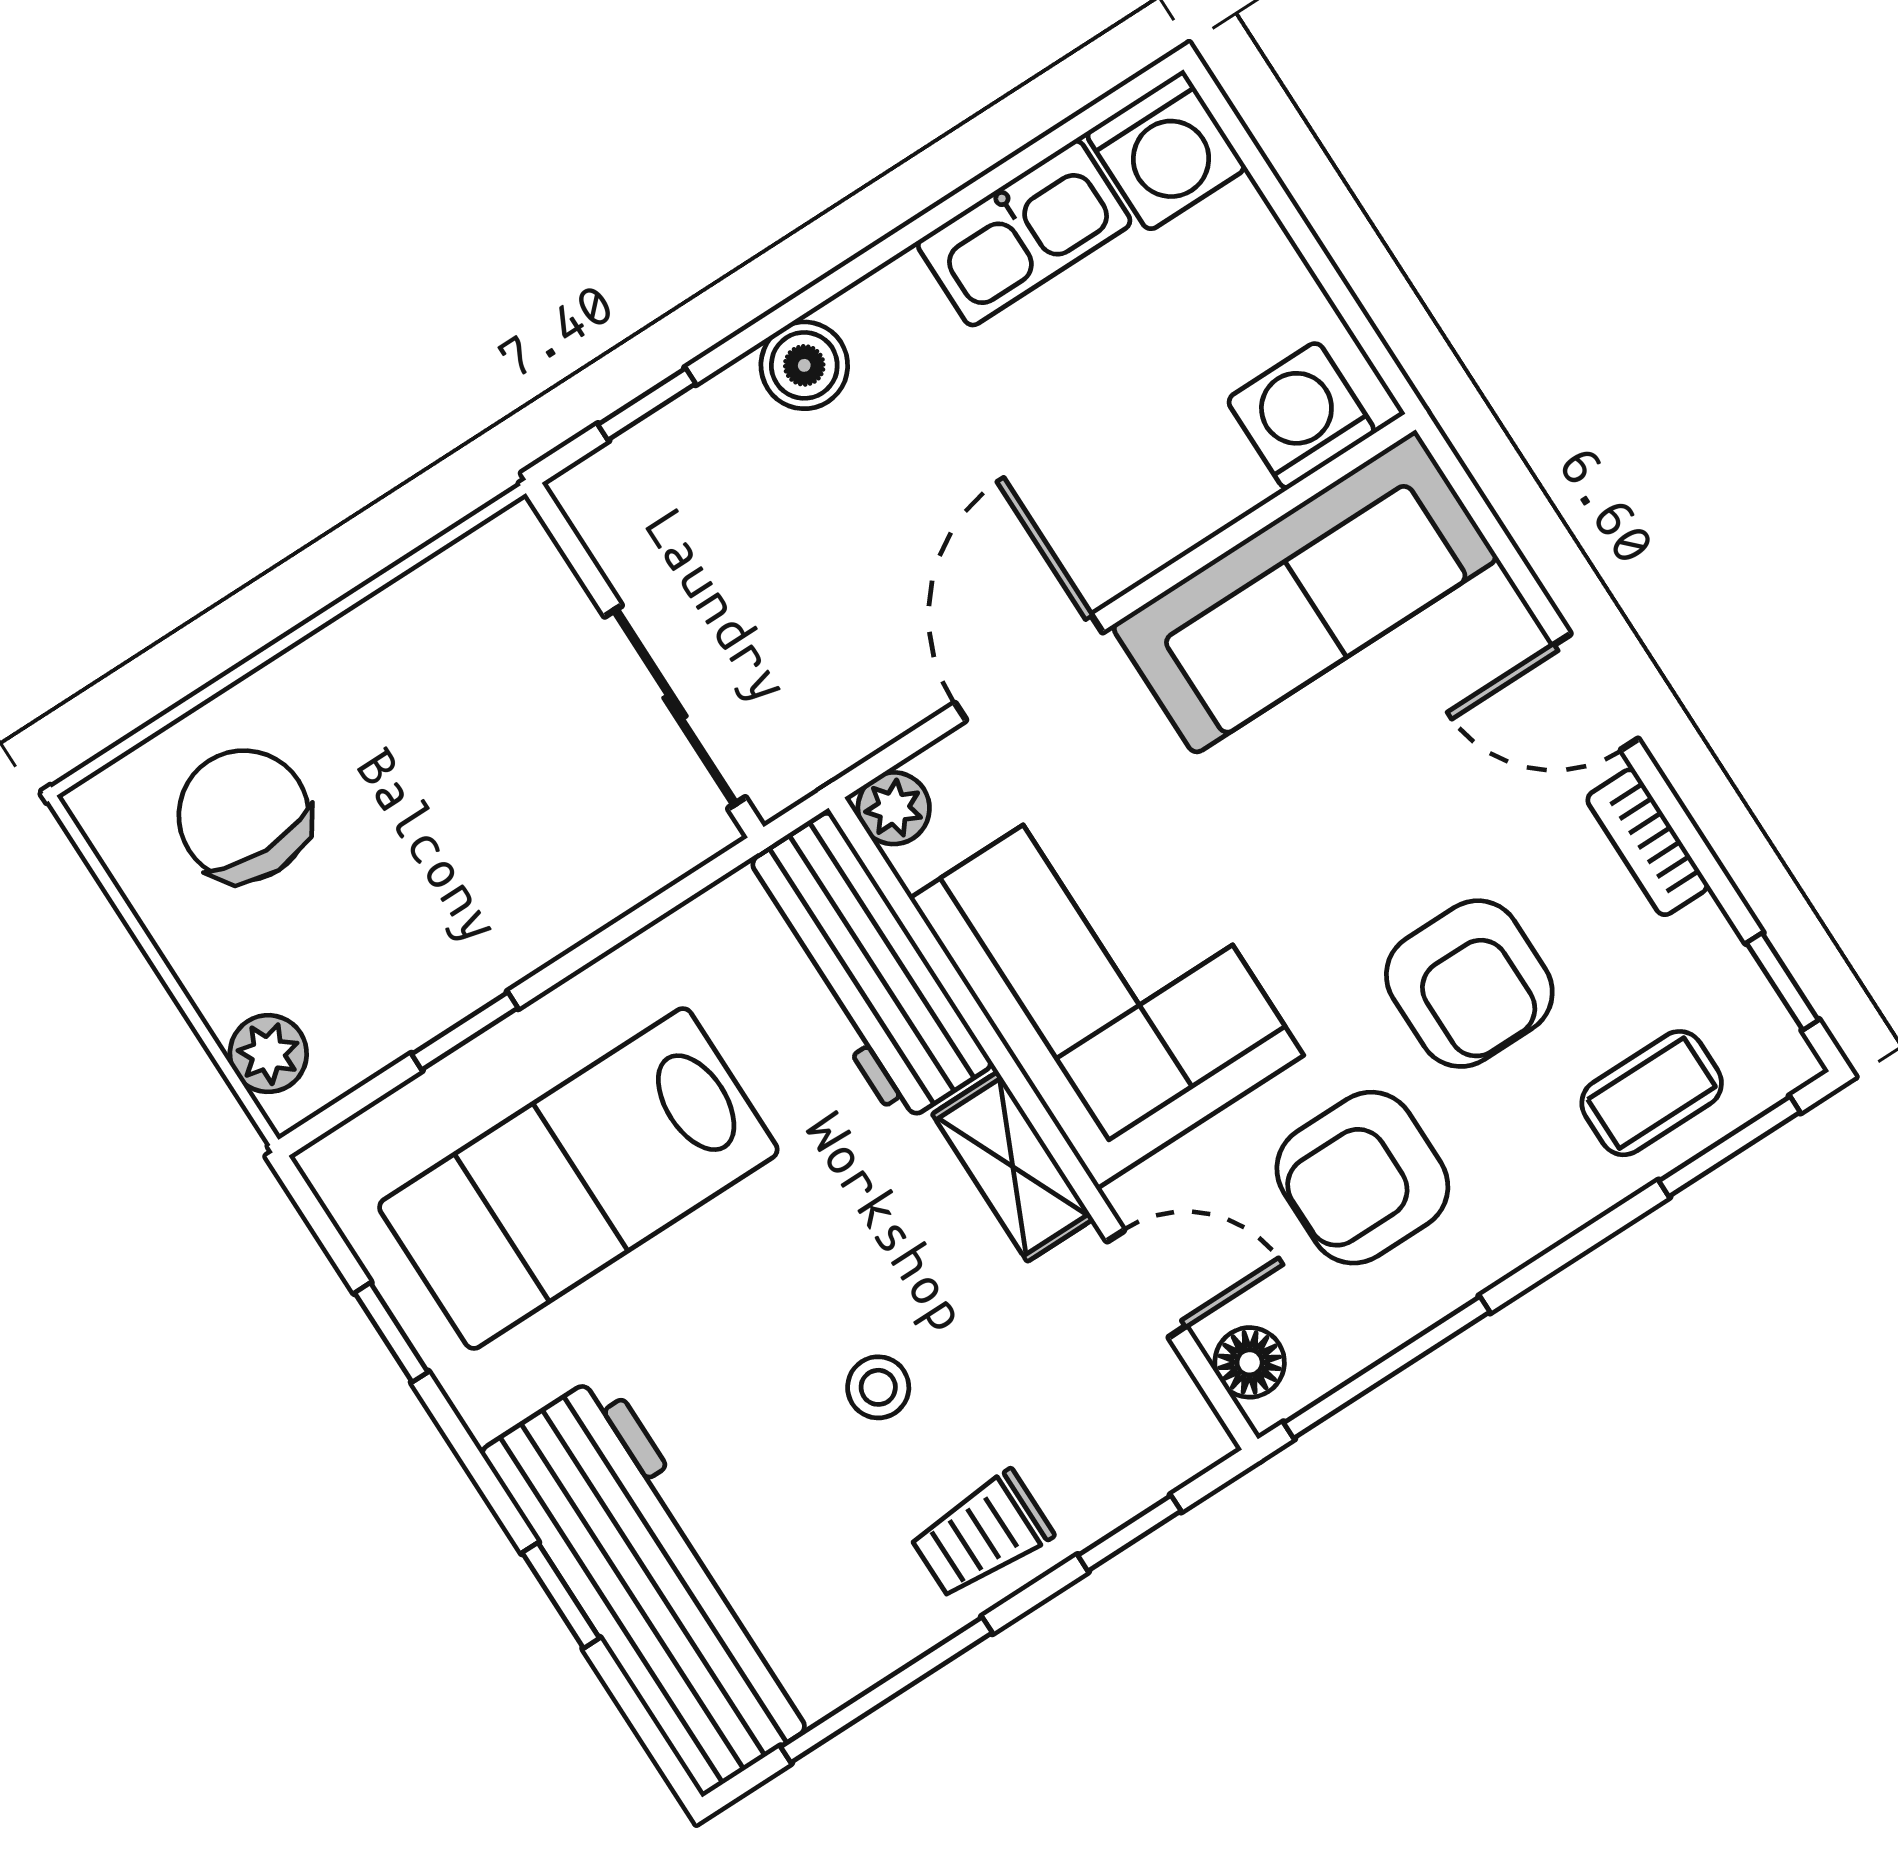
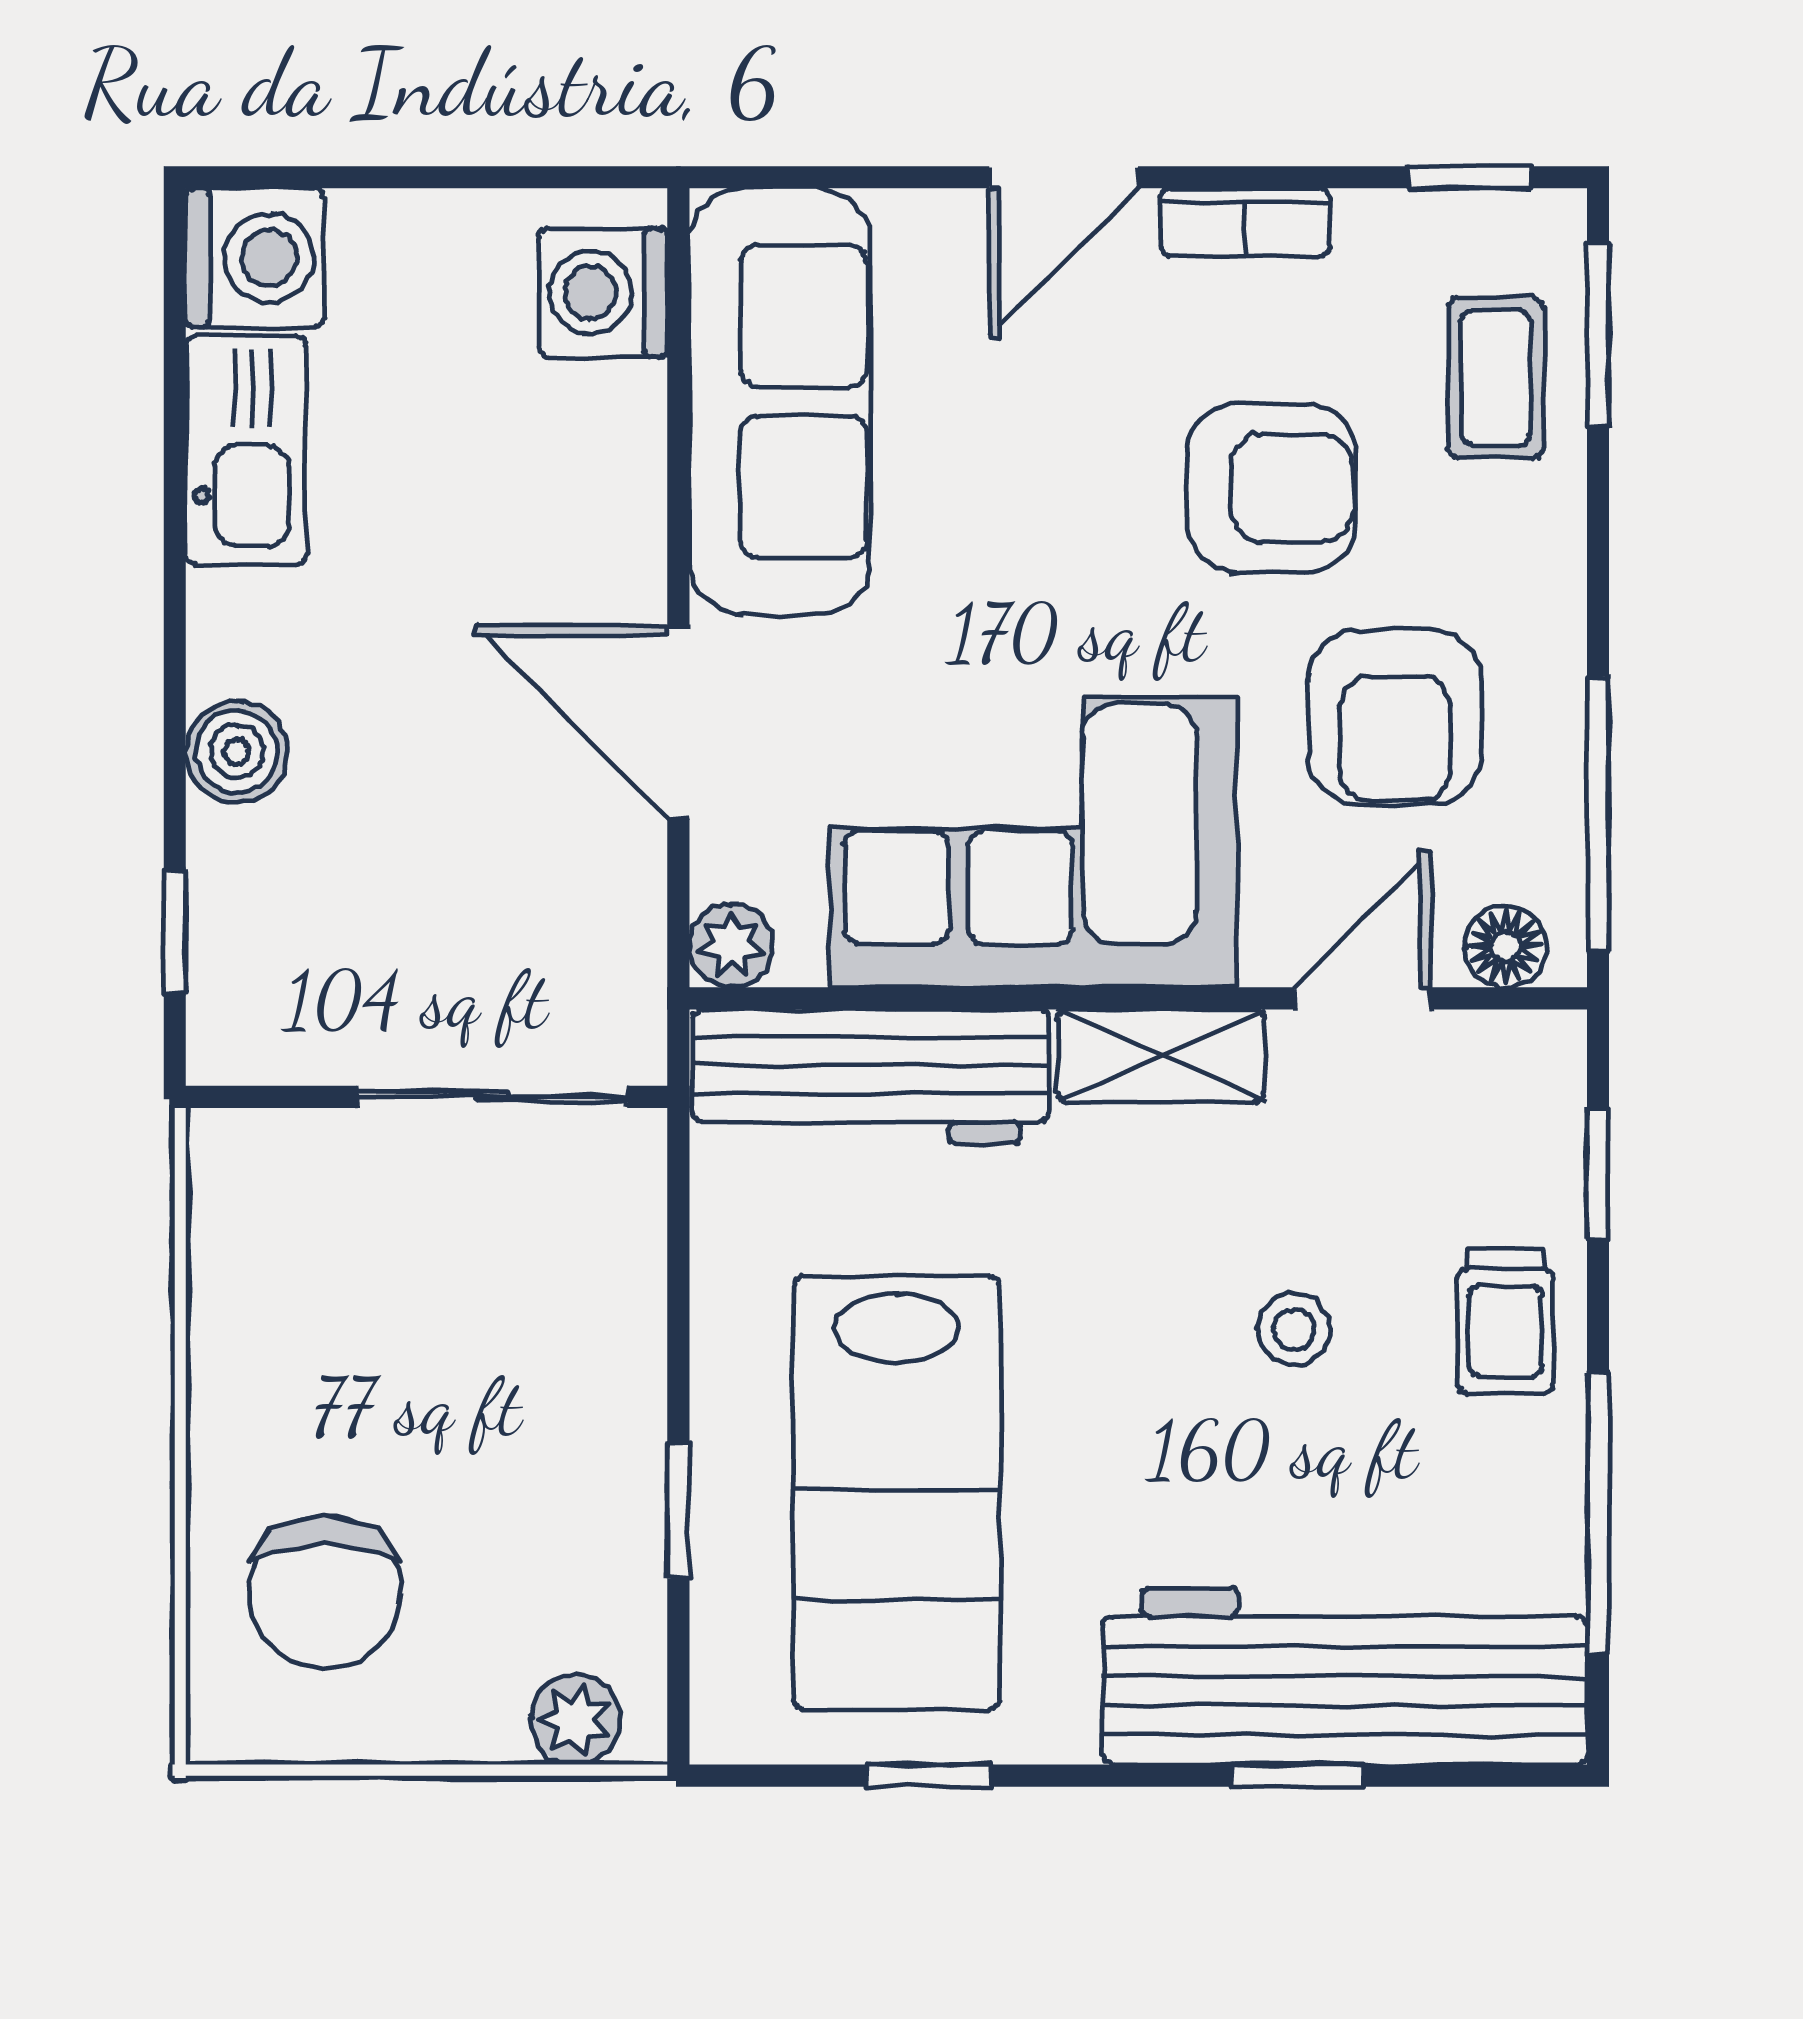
chair: (244, 816) -> (325, 1592), turned -90

